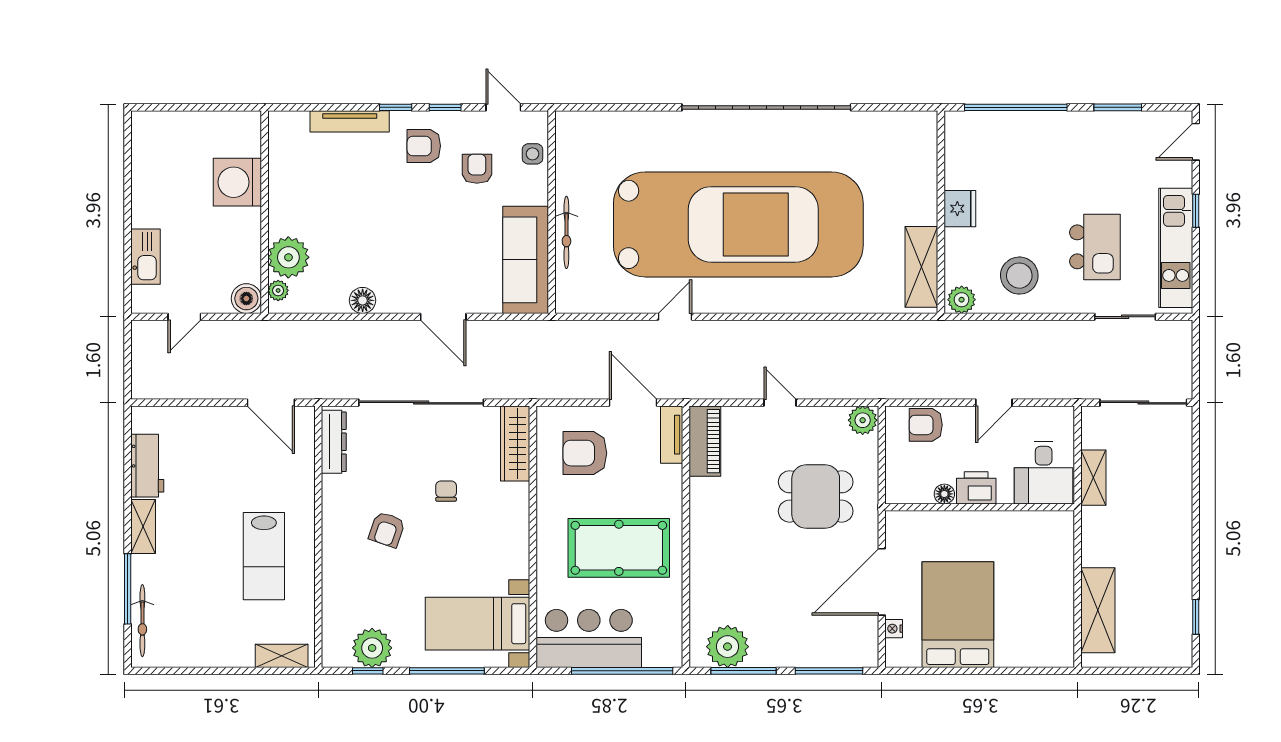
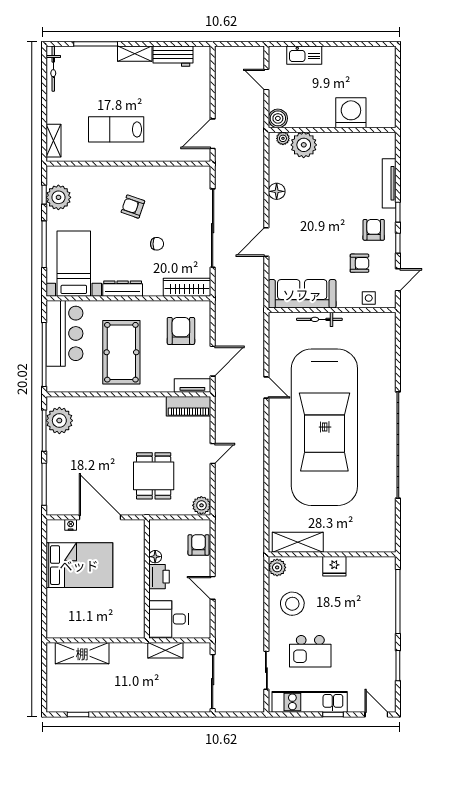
dresser: (334, 442) -> (123, 289), moved, turned 180
bicycle: (142, 621) -> (53, 69), moved, turned -90

